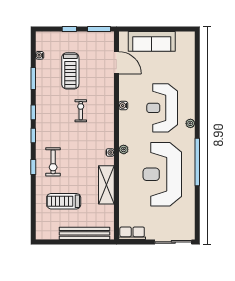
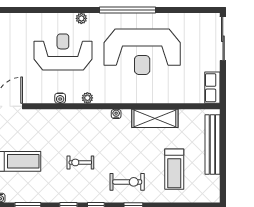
reception desk: (162, 108) -> (63, 52), turned 180
exercise bike: (81, 111) -> (80, 162), moved
plant: (124, 149) -> (87, 98), moved

